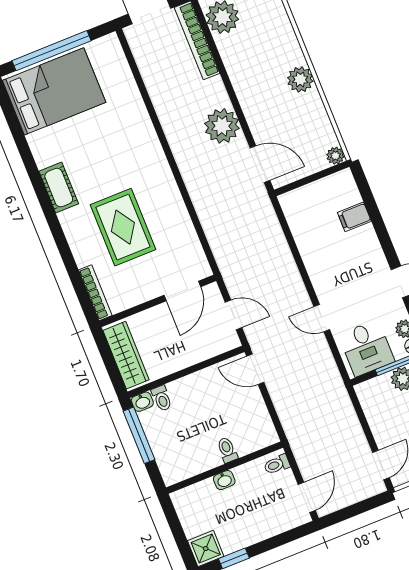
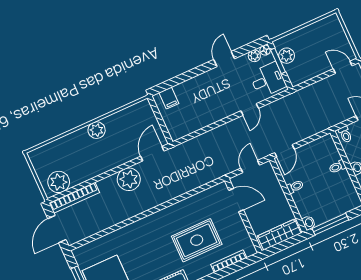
plant: (335, 156) -> (145, 105), removed
filing cabinet: (354, 217) -> (169, 98), moved
bookcase: (95, 293) -> (229, 261), moved
toilet: (162, 398) -> (295, 187), moved

